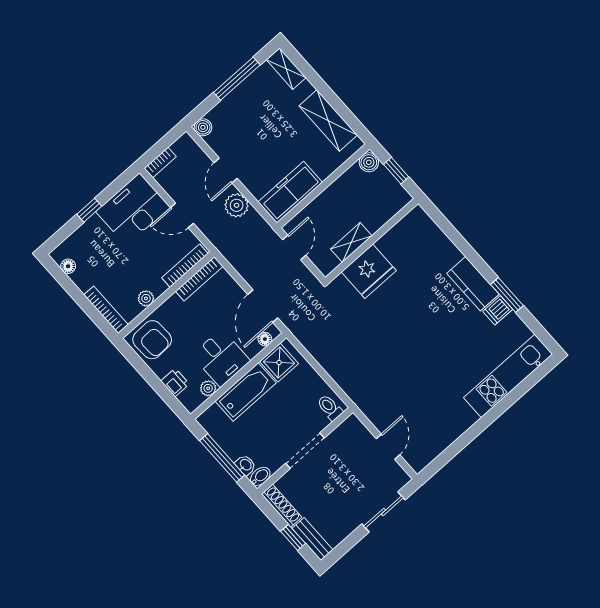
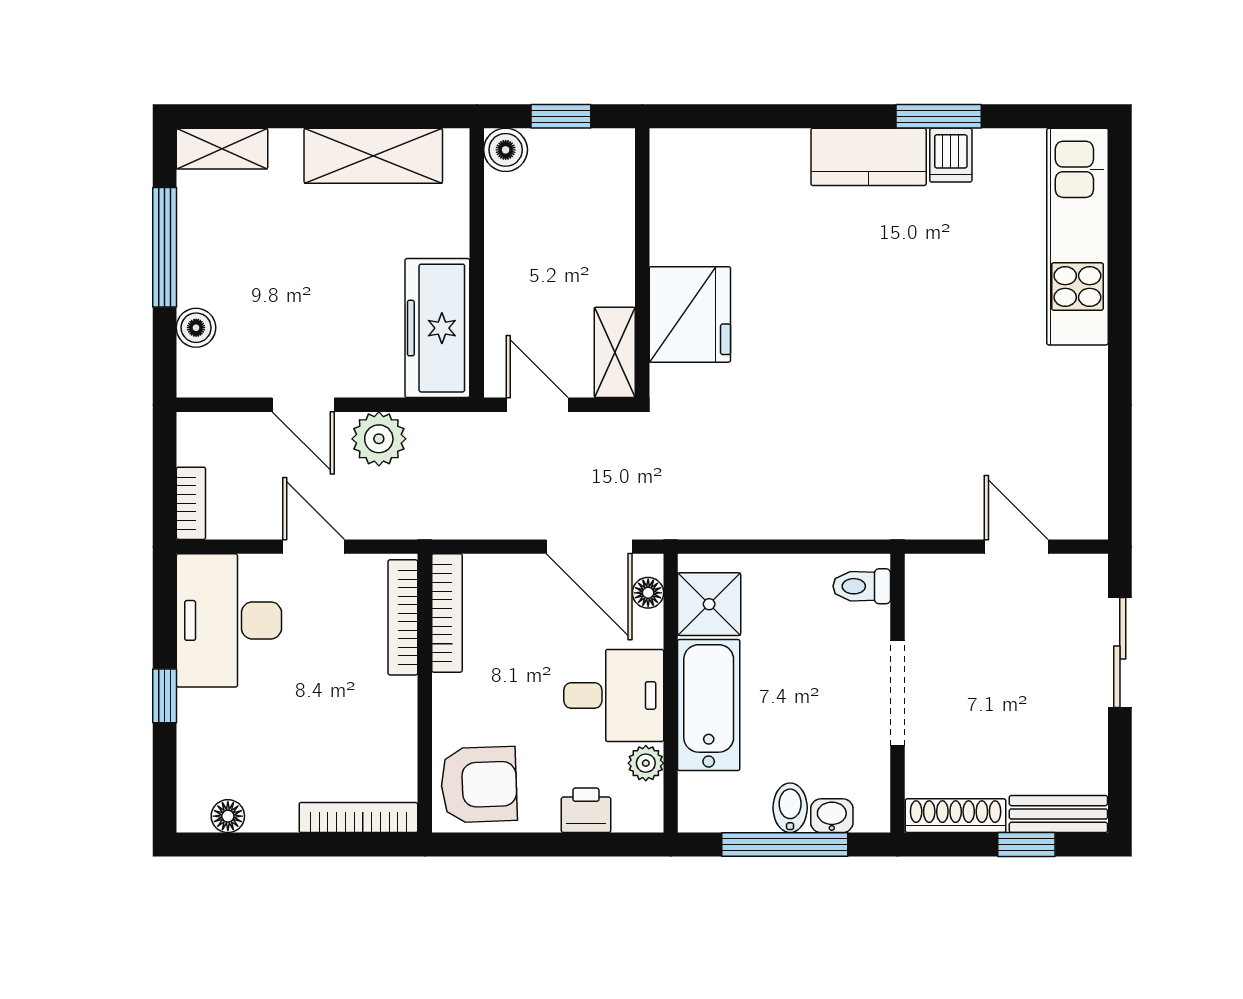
boiler: (203, 127) -> (196, 328), moved
door: (182, 215) -> (314, 547), swing flipped
shelving: (351, 242) -> (615, 352), moved
plant: (146, 298) -> (400, 733), removed
bidet: (260, 476) -> (790, 808), moved

